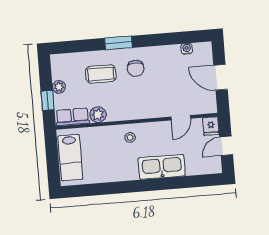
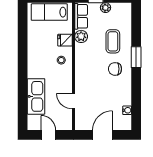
fridge: (211, 126) -> (65, 40), moved
kitchen sink: (162, 167) -> (36, 96), moved

